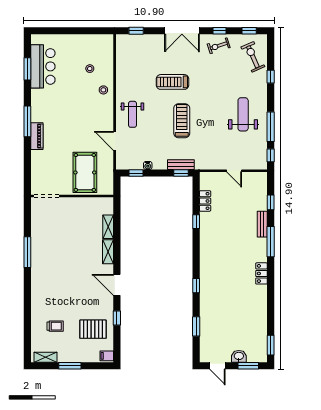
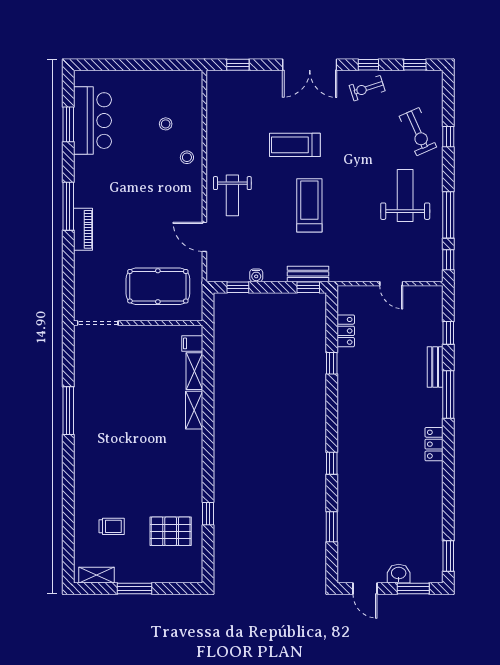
exercise bike: (253, 57) -> (418, 132), moved, turned 180
pool table: (85, 172) -> (158, 286), turned 90
door: (117, 285) -> (208, 462), removed
filing cabinet: (107, 356) -> (192, 343), moved

